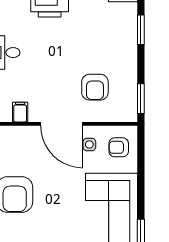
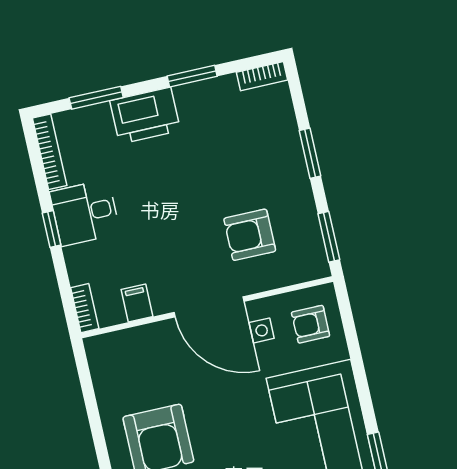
window: (141, 30) -> (310, 153), moved
armchair: (95, 87) -> (250, 235), turned 90

